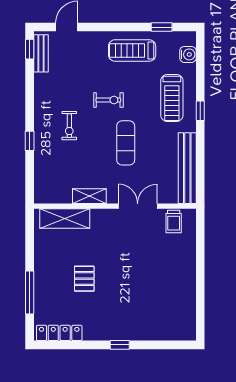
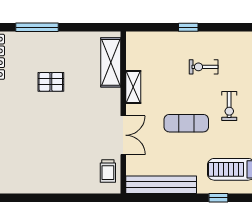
trolley: (174, 221) -> (108, 171), turned -90

